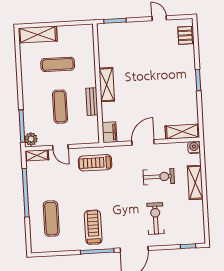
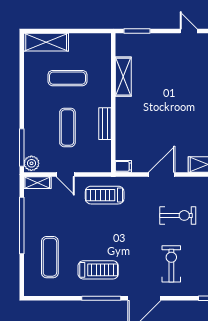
shelving: (107, 85) -> (123, 77), moved
filing cabinet: (109, 132) -> (123, 166), width x0.50
treadmill: (93, 227) -> (98, 270), turned 90

